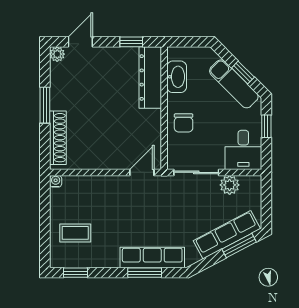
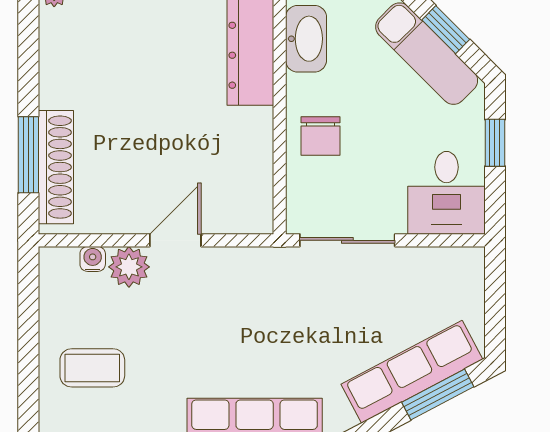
window: (45, 105) -> (28, 155), moved
door: (142, 172) -> (175, 240), moved
water cooler: (56, 181) -> (93, 259), moved
plant: (230, 185) -> (129, 267), moved

